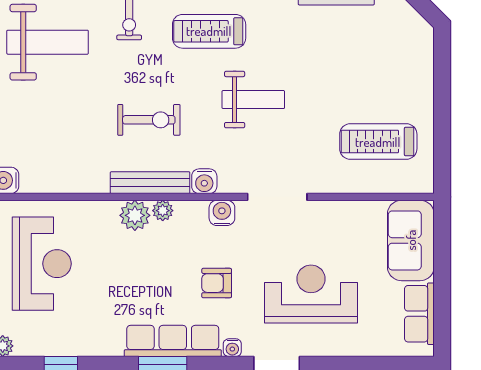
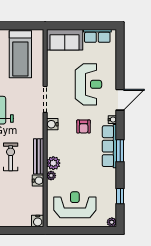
treadmill: (378, 142) -> (20, 54), width x1.37, depth x1.38
water cooler: (204, 181) -> (38, 181), moved
plant: (163, 211) -> (51, 176), moved
reception desk: (311, 294) -> (88, 84), turned 180

